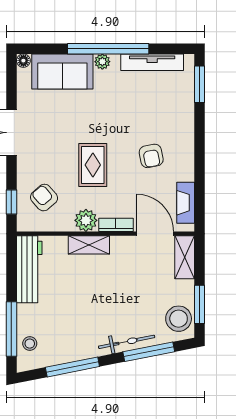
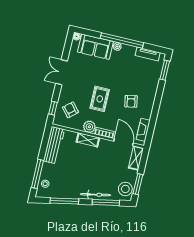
tv unit: (152, 62) -> (148, 54), width x0.71

